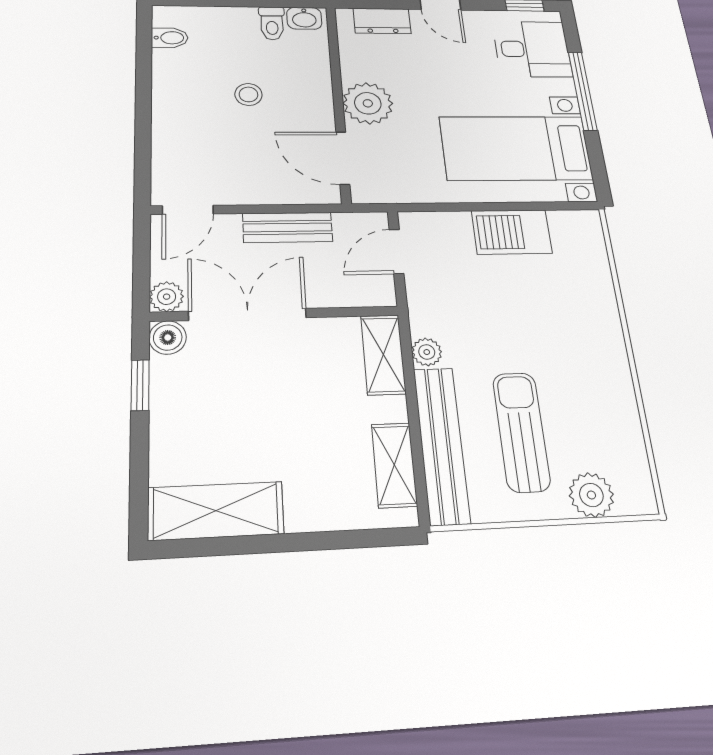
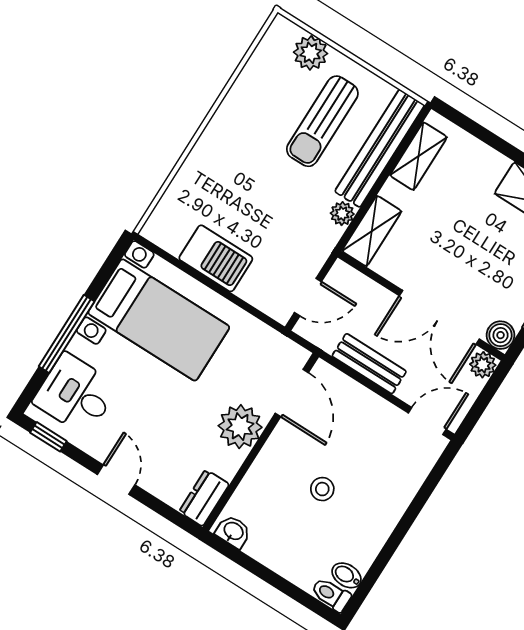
dresser: (382, 21) -> (204, 498), moved, turned -90
toilet: (272, 23) -> (331, 595), moved, turned -90

